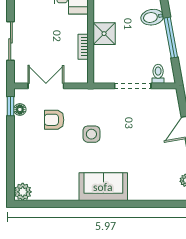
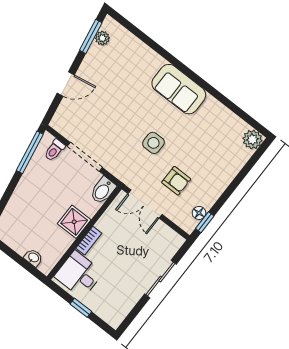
bidet: (152, 17) -> (103, 190), moved, turned 100
window: (171, 38) -> (30, 152), moved
bookcase: (83, 47) -> (89, 241), moved
double door: (46, 86) -> (145, 204), moved

